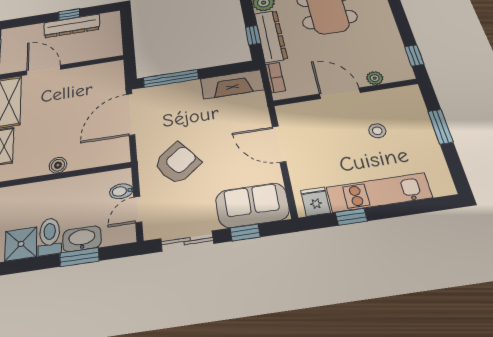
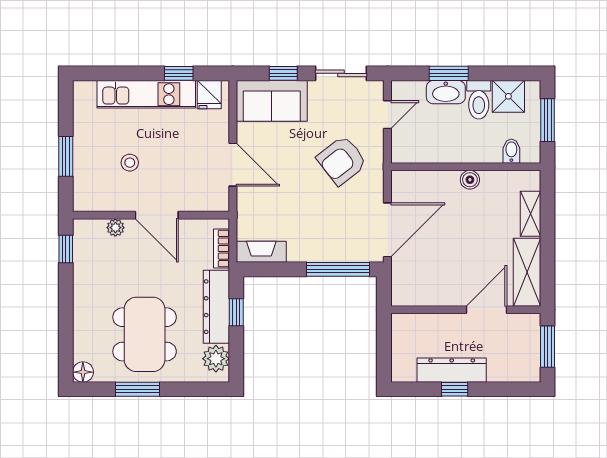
door: (44, 70) -> (486, 310), swing flipped
fireplace: (232, 84) -> (261, 252), width x0.73, depth x0.76
bidet: (121, 191) -> (511, 151), moved, turned -90

